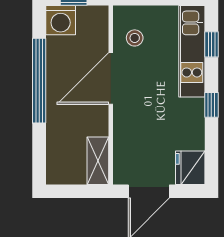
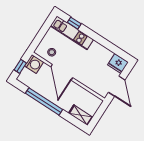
washing machine: (61, 20) -> (34, 64), moved
window: (211, 105) -> (98, 39), removed
shelving: (98, 161) -> (81, 115), moved

